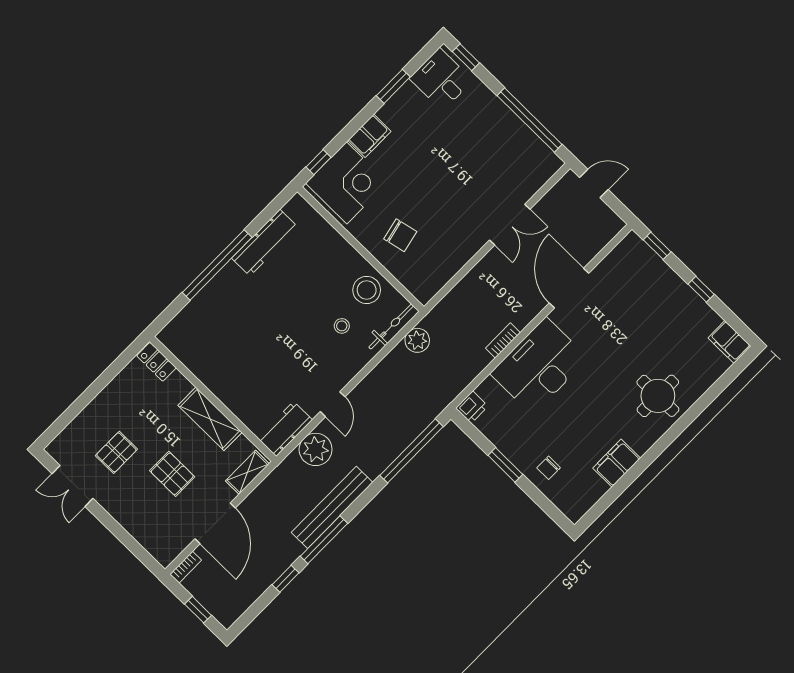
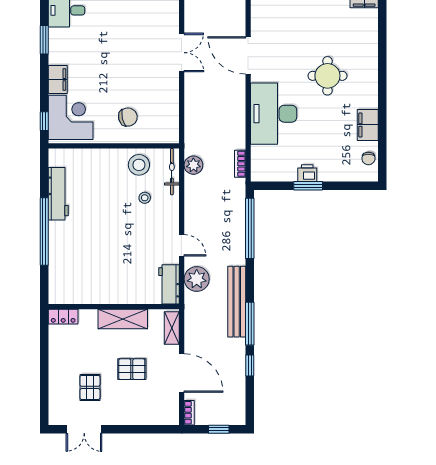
bookcase: (503, 340) -> (240, 164), moved
round table: (658, 396) -> (327, 76), moved
printer: (472, 407) -> (307, 173), moved, turned -90
chair: (549, 468) -> (368, 158), moved

